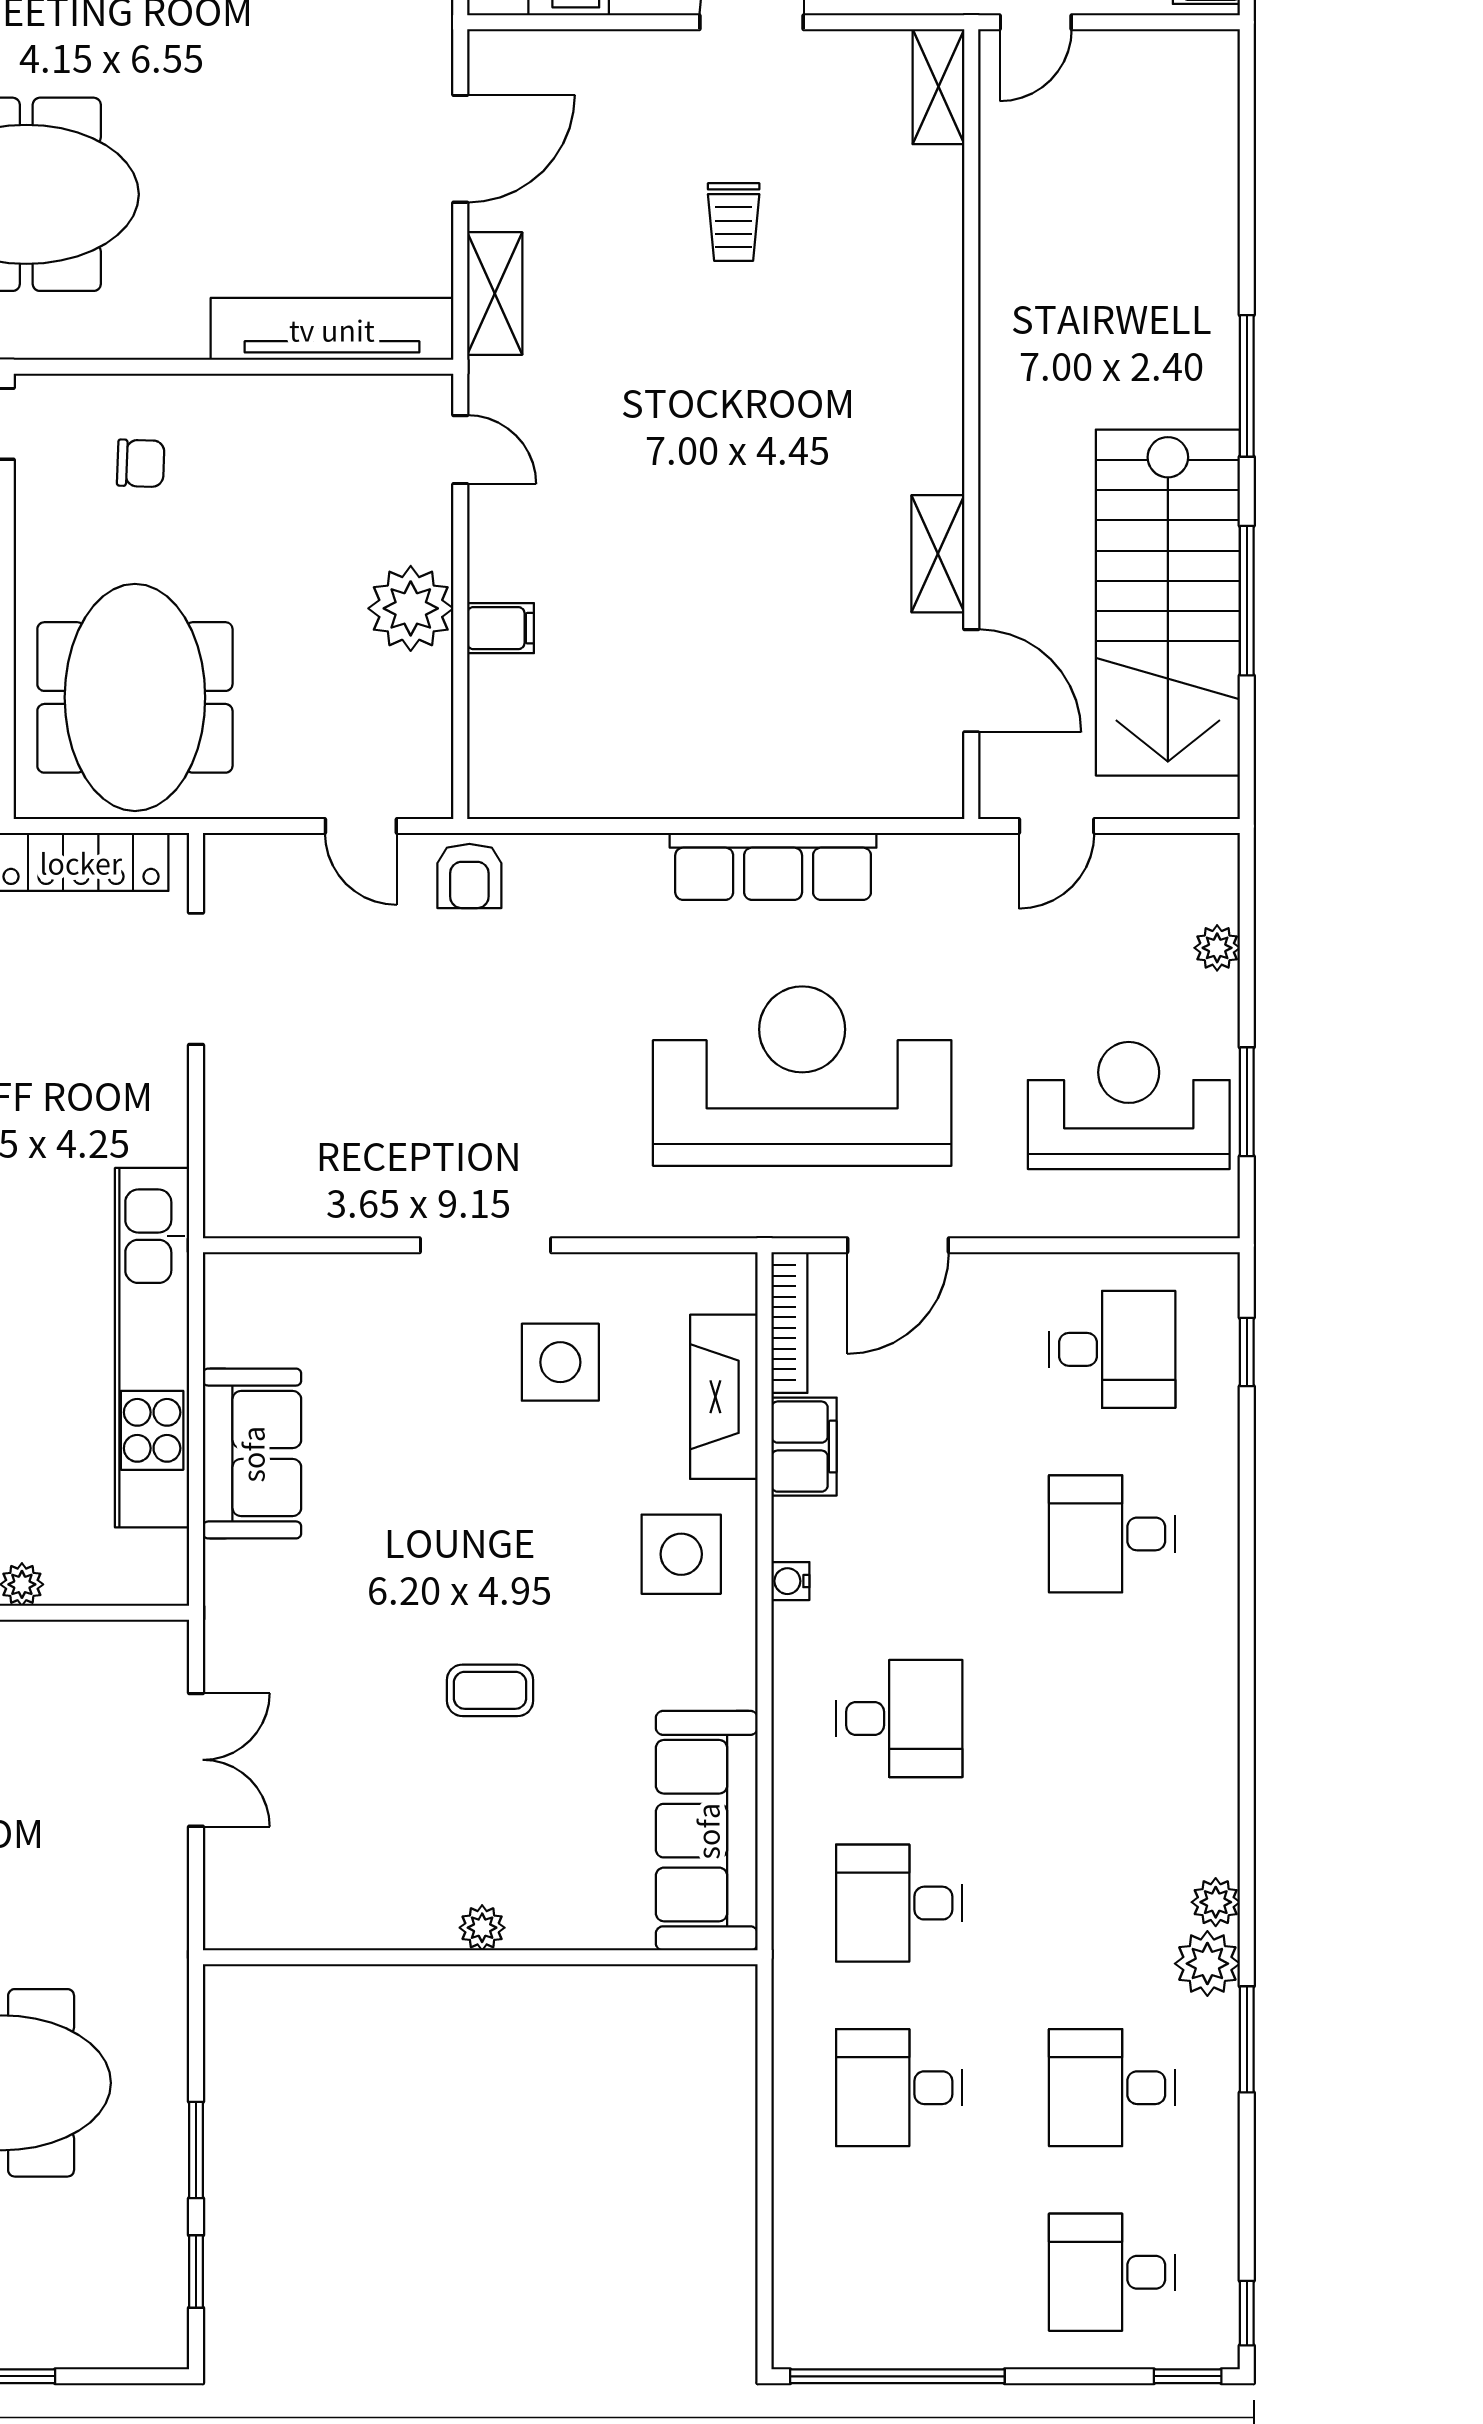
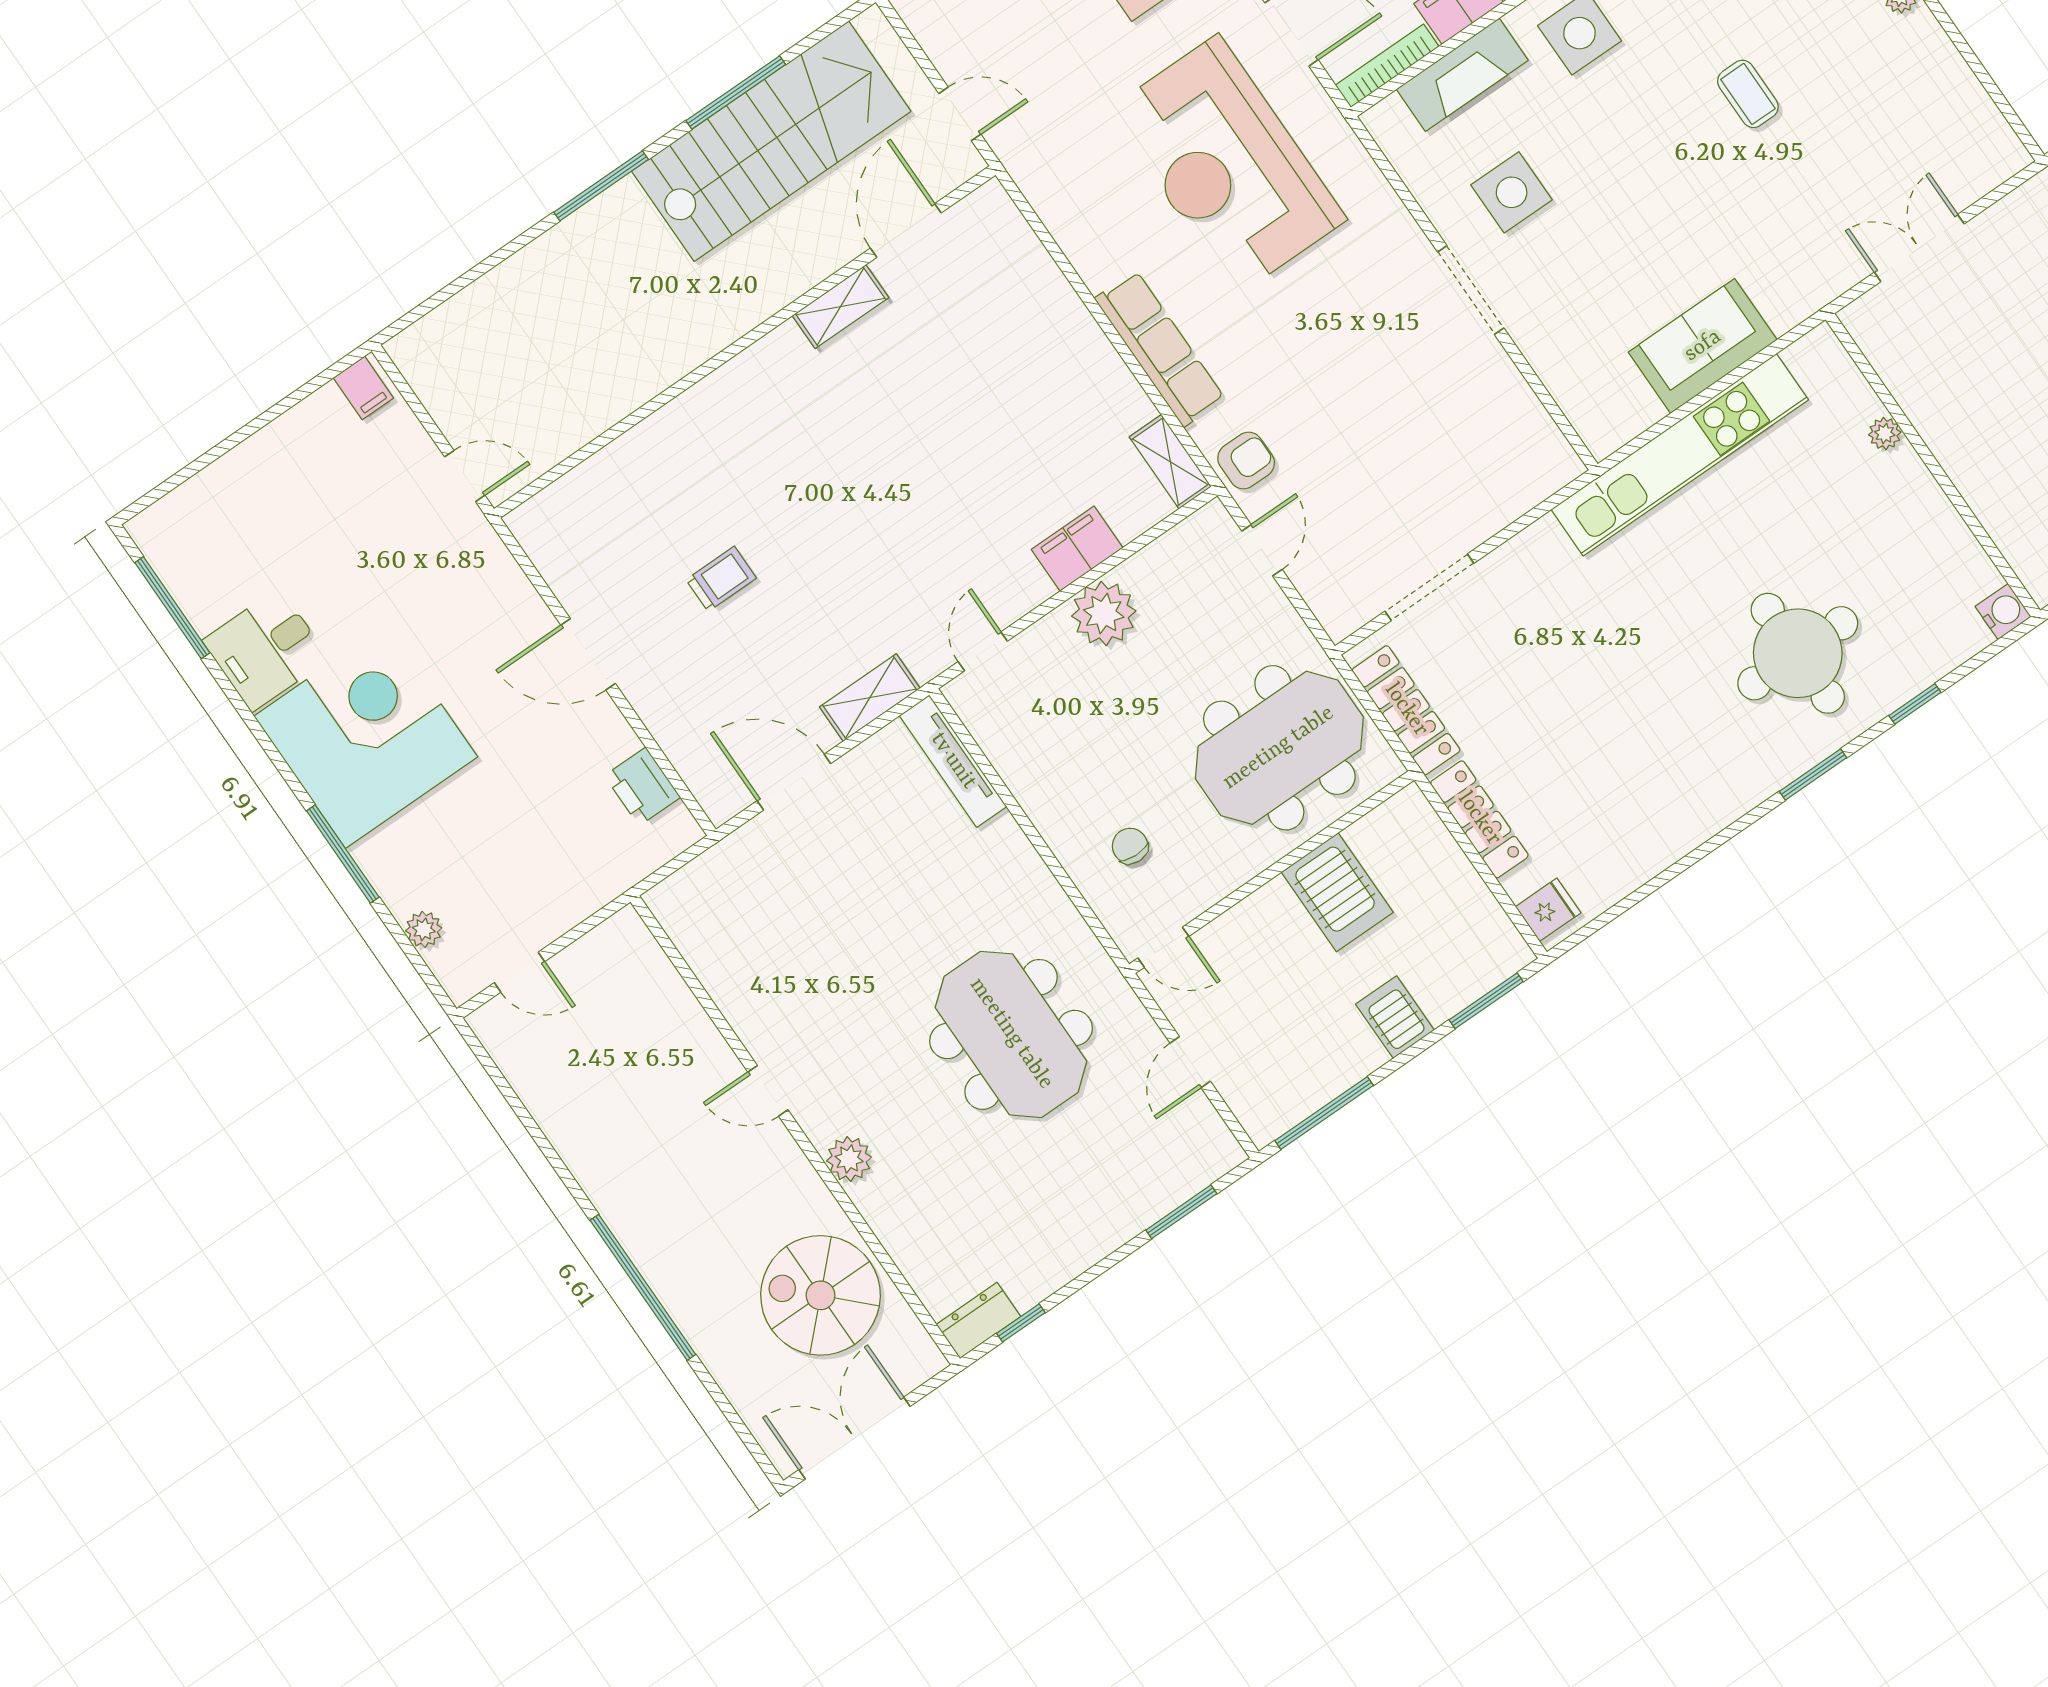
shelving: (938, 87) -> (1170, 462), moved, turned 90
tv unit: (332, 329) -> (953, 761), width x0.73, depth x0.78
filing cabinet: (501, 628) -> (1077, 549), width x2.00
row of seats: (773, 866) -> (1160, 349), moved

